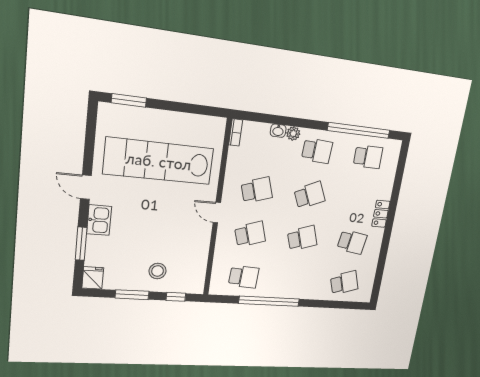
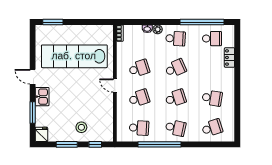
locker: (381, 214) -> (229, 57), moved
school desk: (295, 280) -> (176, 128), added

